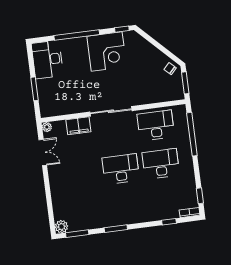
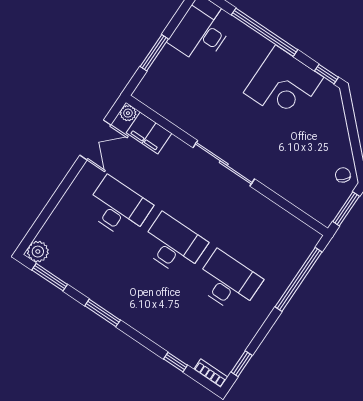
desk: (156, 125) -> (118, 208), moved
filing cabinet: (78, 126) -> (149, 133), moved

